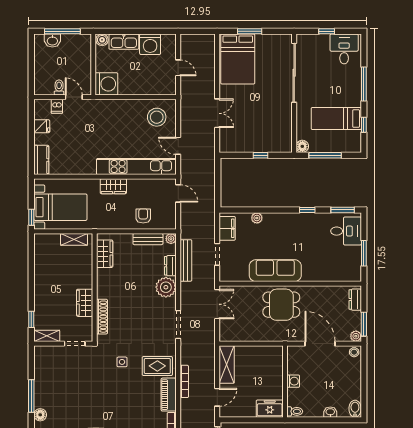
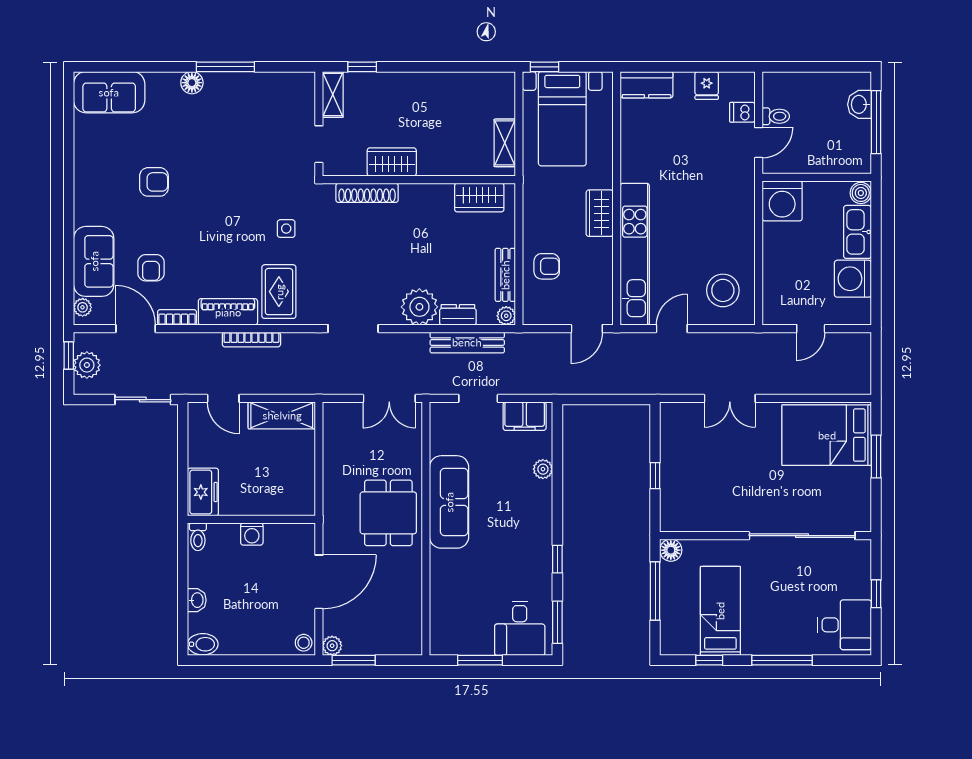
dresser: (355, 300) -> (397, 645), removed

